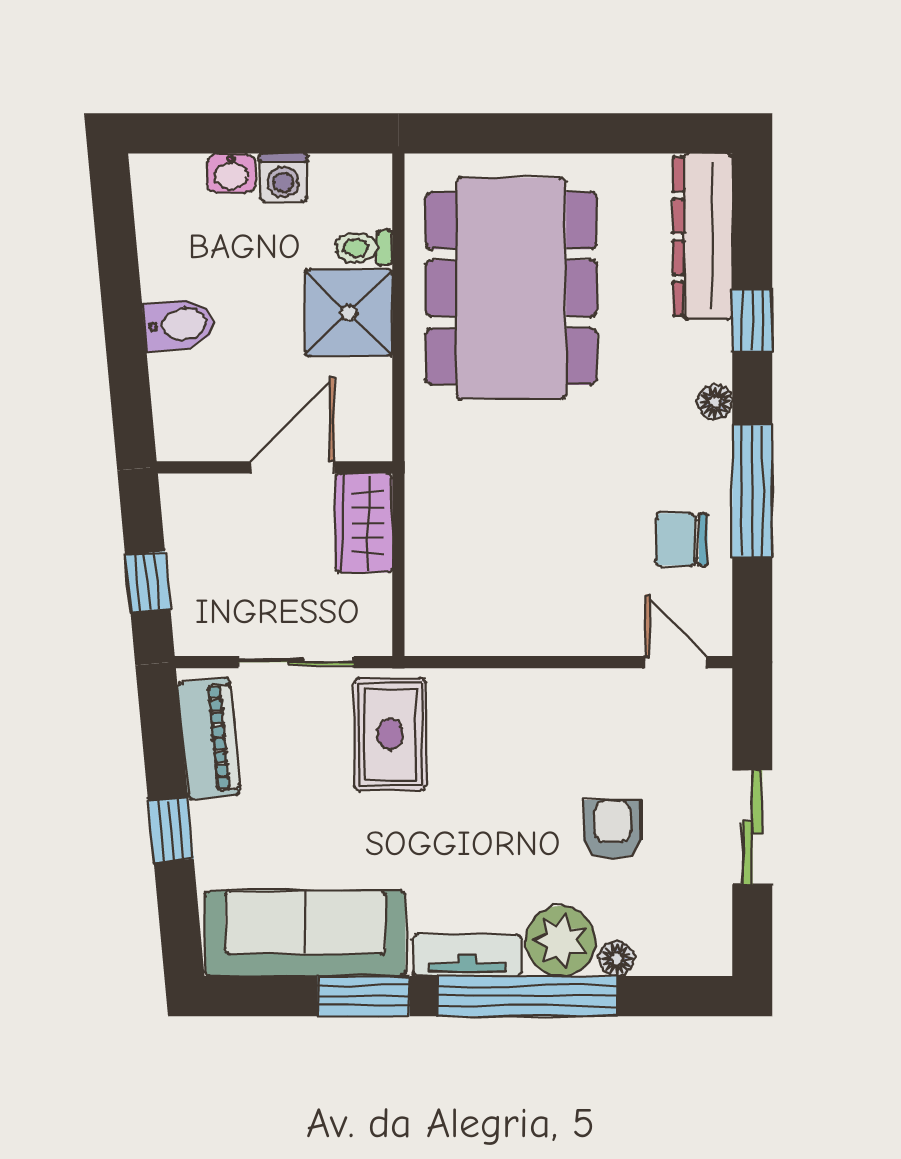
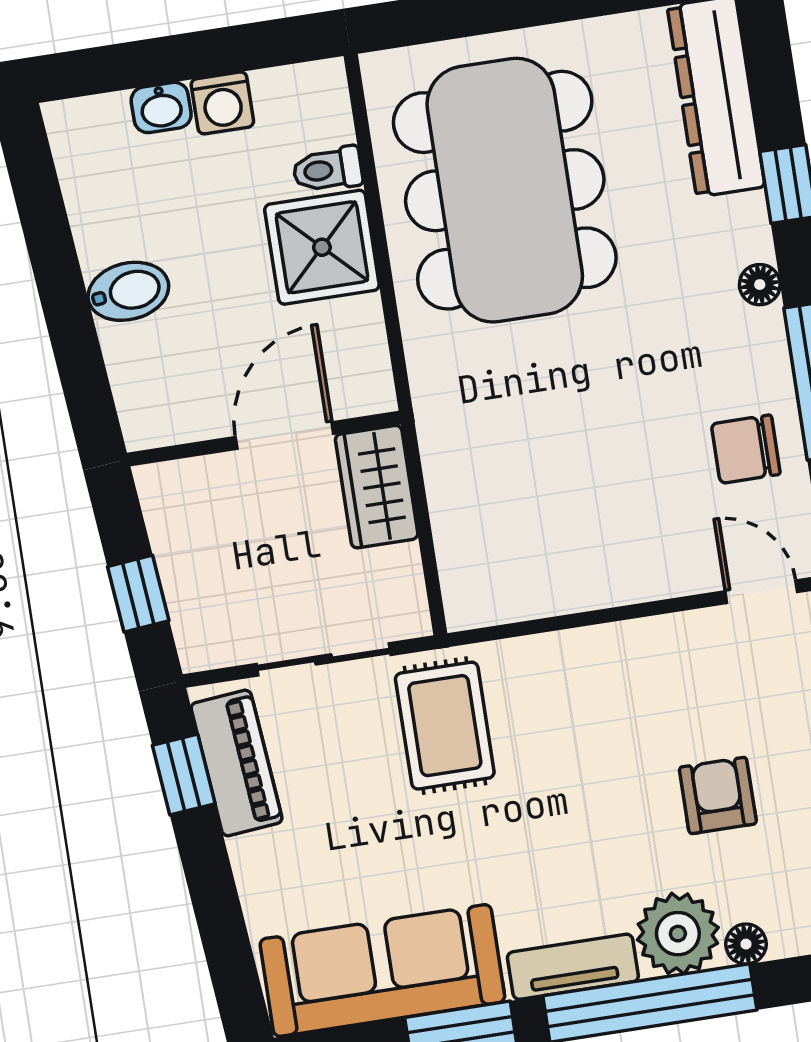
window: (171, 830) -> (184, 775), moved

